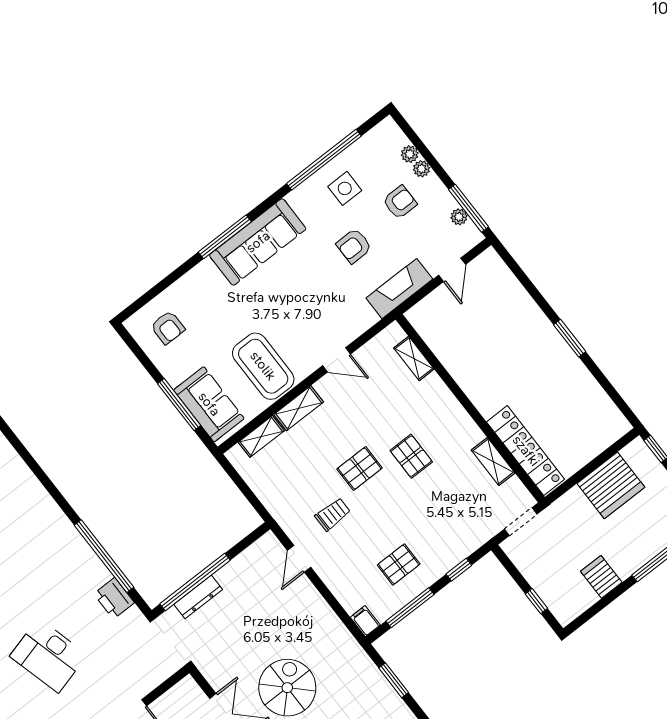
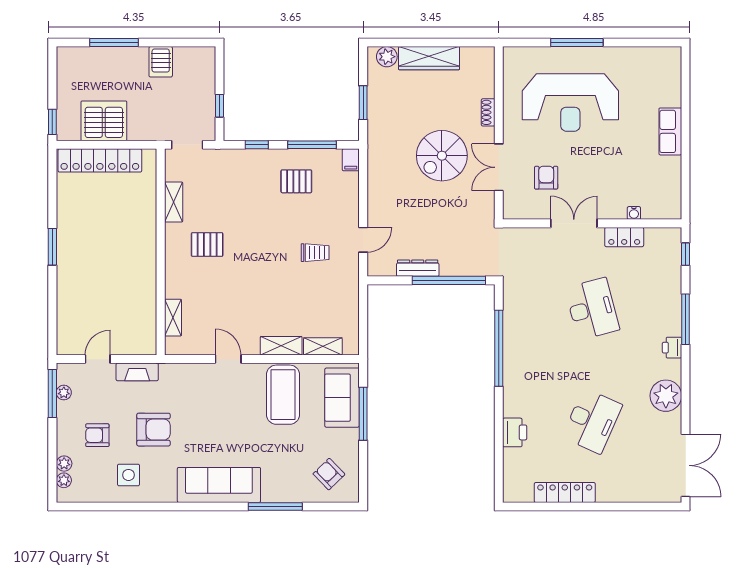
window: (324, 160) -> (127, 507), removed
plant: (421, 169) -> (64, 480), moved
window: (225, 237) -> (275, 507), moved
armchair: (354, 246) -> (153, 430), width x1.38, depth x1.38
fireplace: (399, 289) -> (137, 372), width x0.73, depth x0.76
armchair: (168, 327) -> (329, 474), turned -44
locker: (526, 451) -> (100, 160), moved, turned -90
pallet: (411, 456) -> (207, 245), moved, turned 90
pallet: (360, 469) -> (271, 270), removed
trolley: (333, 514) -> (315, 253), turned 180
dresser: (198, 597) -> (418, 268), moved
printer: (114, 598) -> (515, 432), moved
window: (536, 601) -> (220, 106), moved

